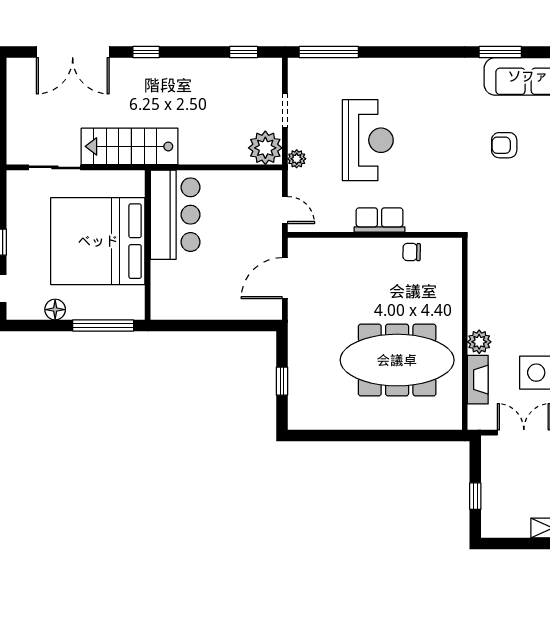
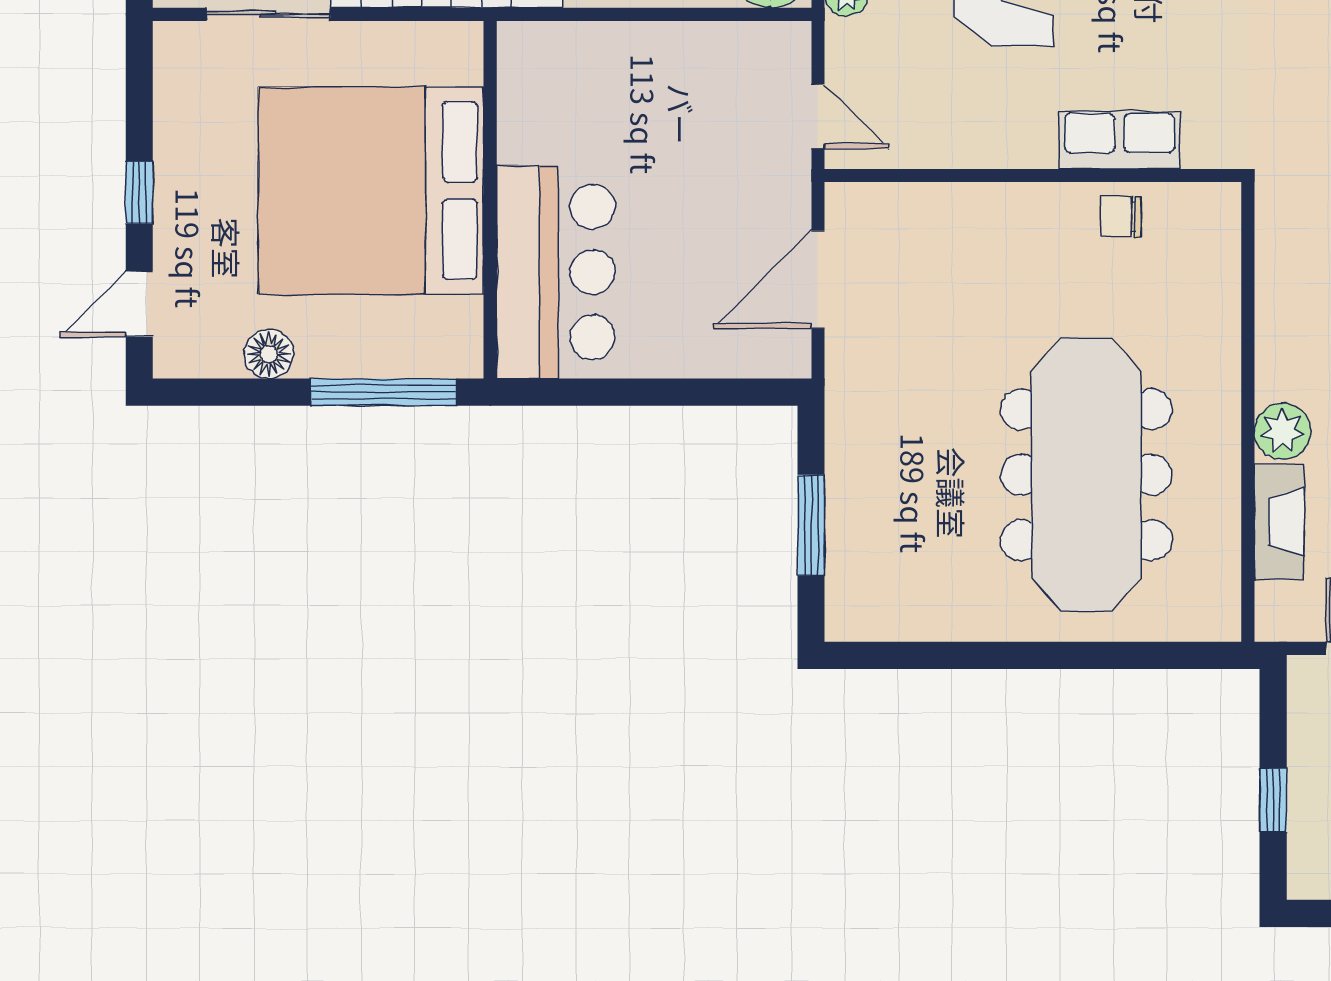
bar counter: (175, 215) -> (556, 272), moved
row of seats: (379, 220) -> (1119, 140), moved
meeting table: (397, 360) -> (1086, 475), turned 90
window: (282, 381) -> (811, 525), width x1.50

